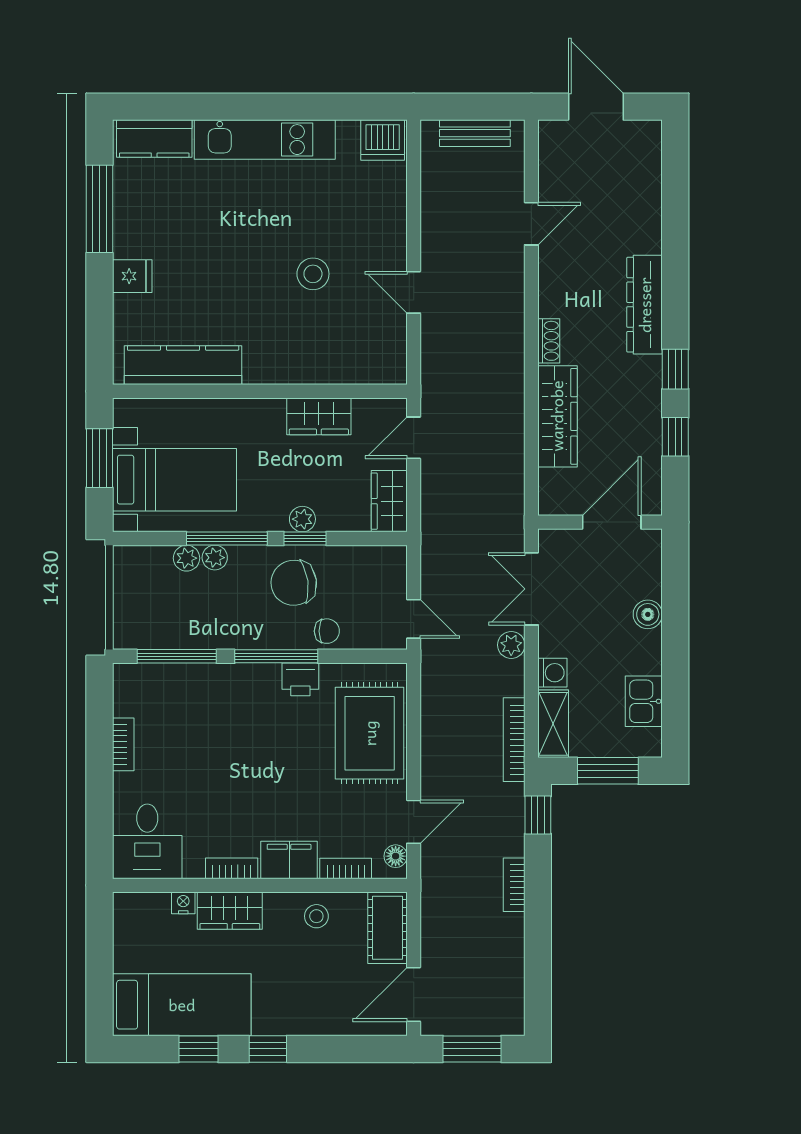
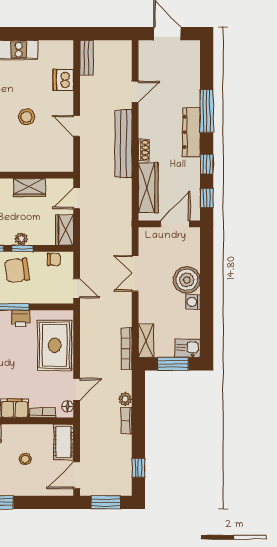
bench: (475, 133) -> (86, 58), moved, turned 90
dishwasher: (383, 140) -> (63, 80), moved, turned 90
window: (675, 262) -> (207, 111), added
bench: (508, 328) -> (123, 144), added
wall: (600, 522) -> (169, 224), moved
door: (612, 522) -> (175, 224), moved
boiler: (648, 614) -> (187, 280), width x1.86, depth x1.86
chair: (327, 631) -> (54, 259), moved
plant: (511, 645) -> (125, 399), moved
washing machine: (552, 673) -> (193, 302), moved, turned 180
kitchen sink: (644, 701) -> (188, 348), moved, turned 90
window: (538, 815) -> (138, 468), moved
stool: (316, 916) -> (25, 459), moved

